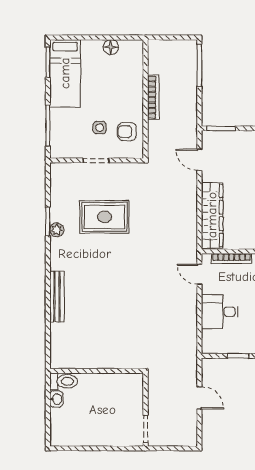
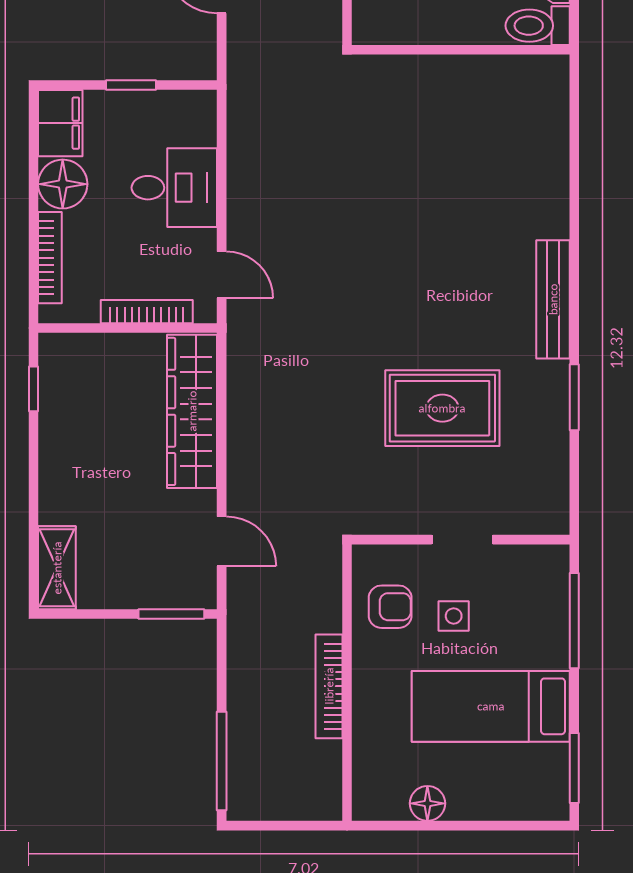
bed: (65, 73) -> (491, 706), moved, turned -90
plant: (57, 230) -> (553, 378), removed
bench: (57, 297) -> (553, 299), moved

